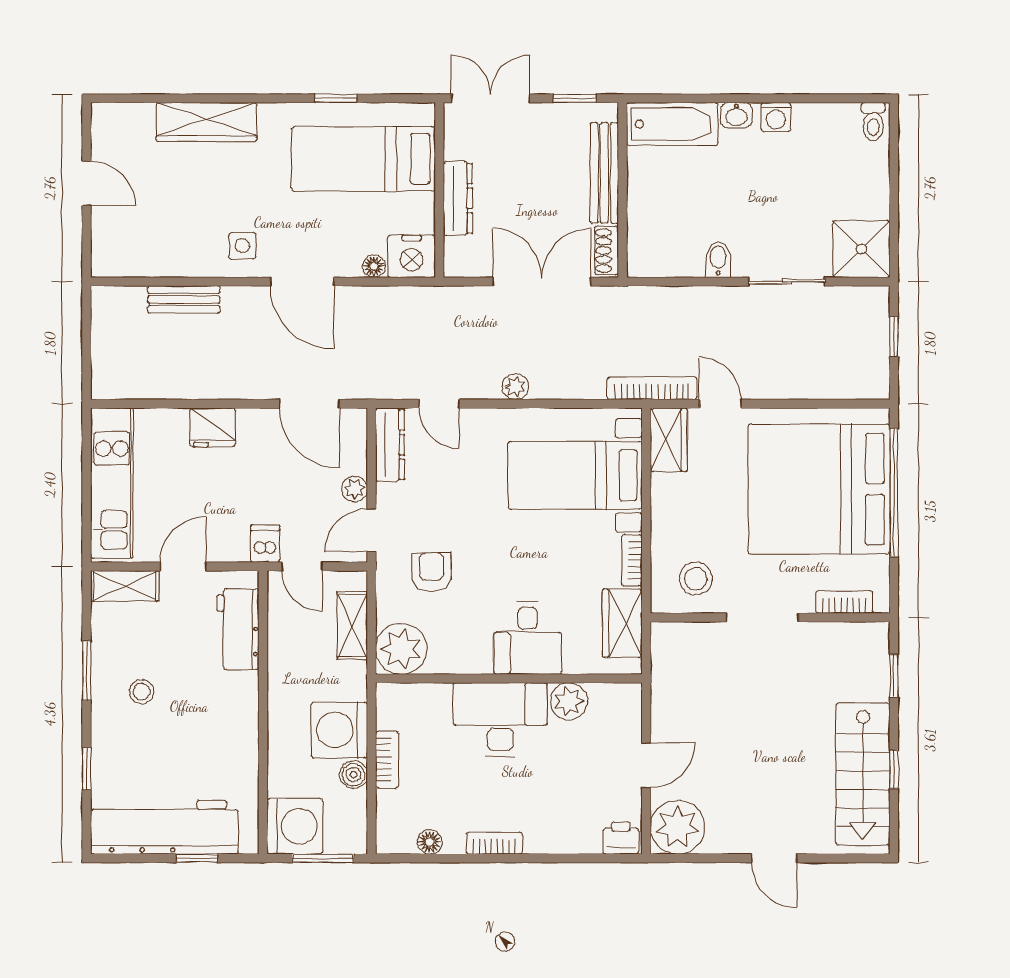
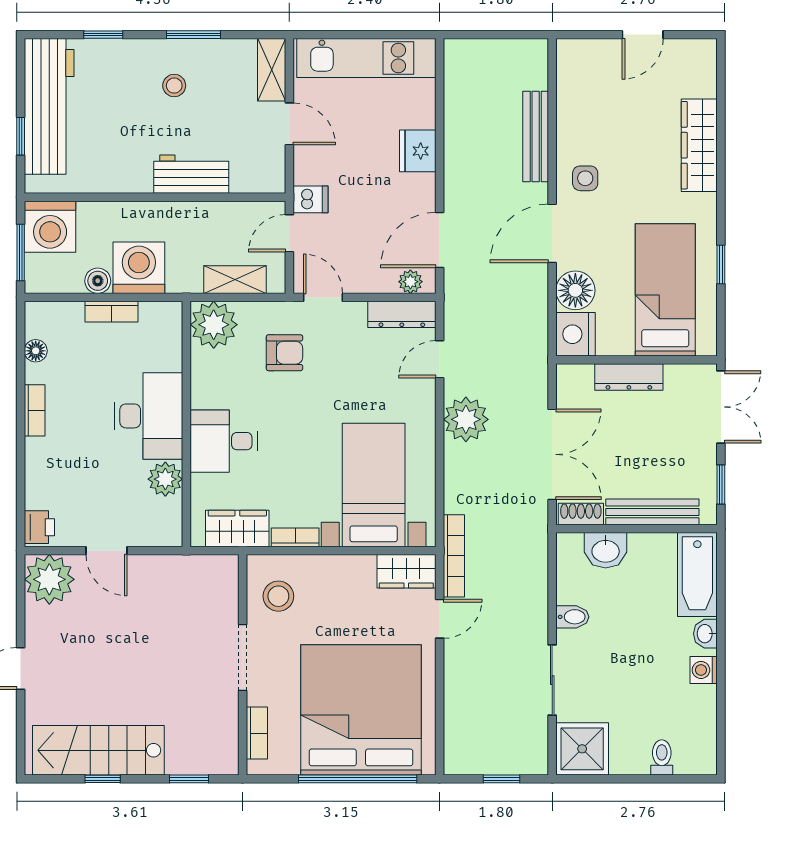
toilet: (873, 122) -> (662, 757), moved, turned 90
washbasin: (646, 224) -> (606, 550), added
floor lamp: (374, 266) -> (575, 290), width x1.89, depth x1.89
bench: (184, 299) -> (536, 136), width x1.36
plant: (515, 387) -> (466, 419), width x1.88, depth x1.88
plant: (355, 489) -> (410, 282), moved
workbench: (238, 629) -> (191, 174), moved

